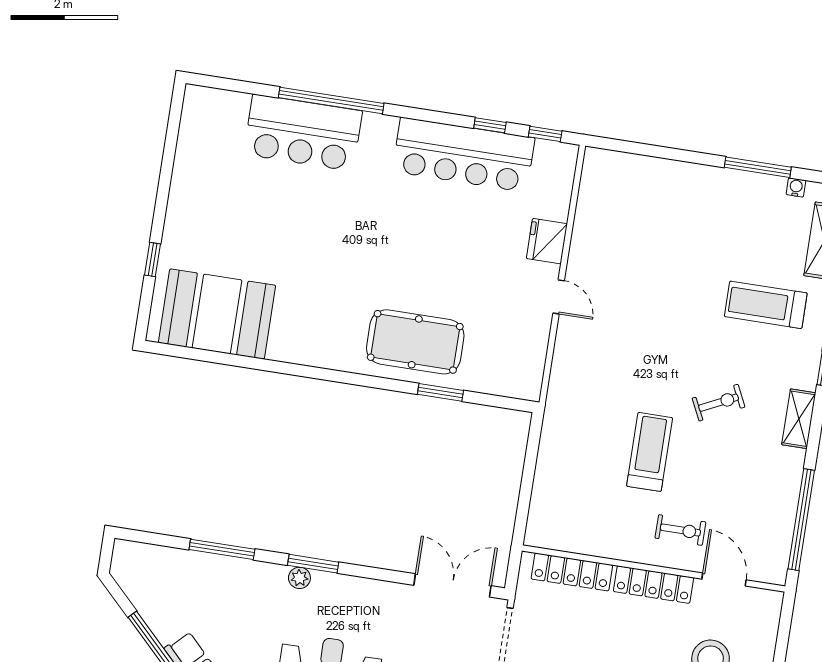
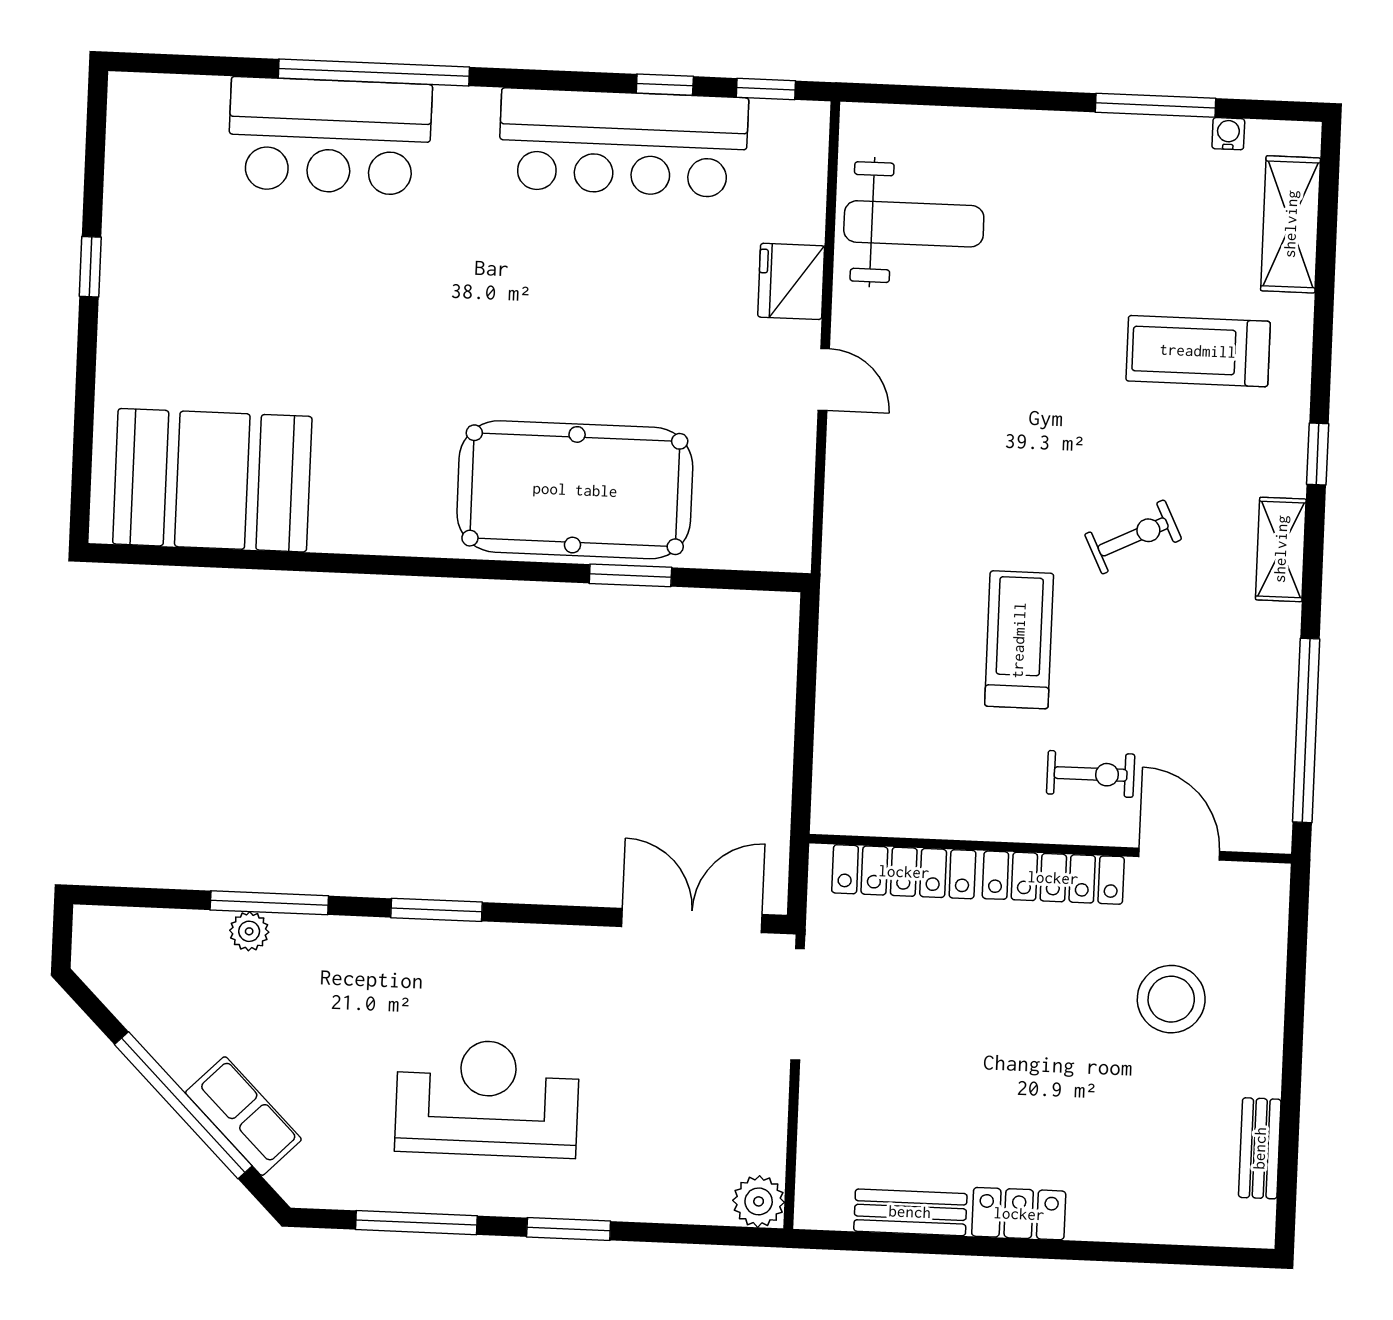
weight bench: (618, 217) -> (914, 224), added
window: (152, 260) -> (90, 267), moved
pool table: (415, 342) -> (575, 490), width x1.36, depth x1.32
plant: (299, 578) -> (249, 931), moved

